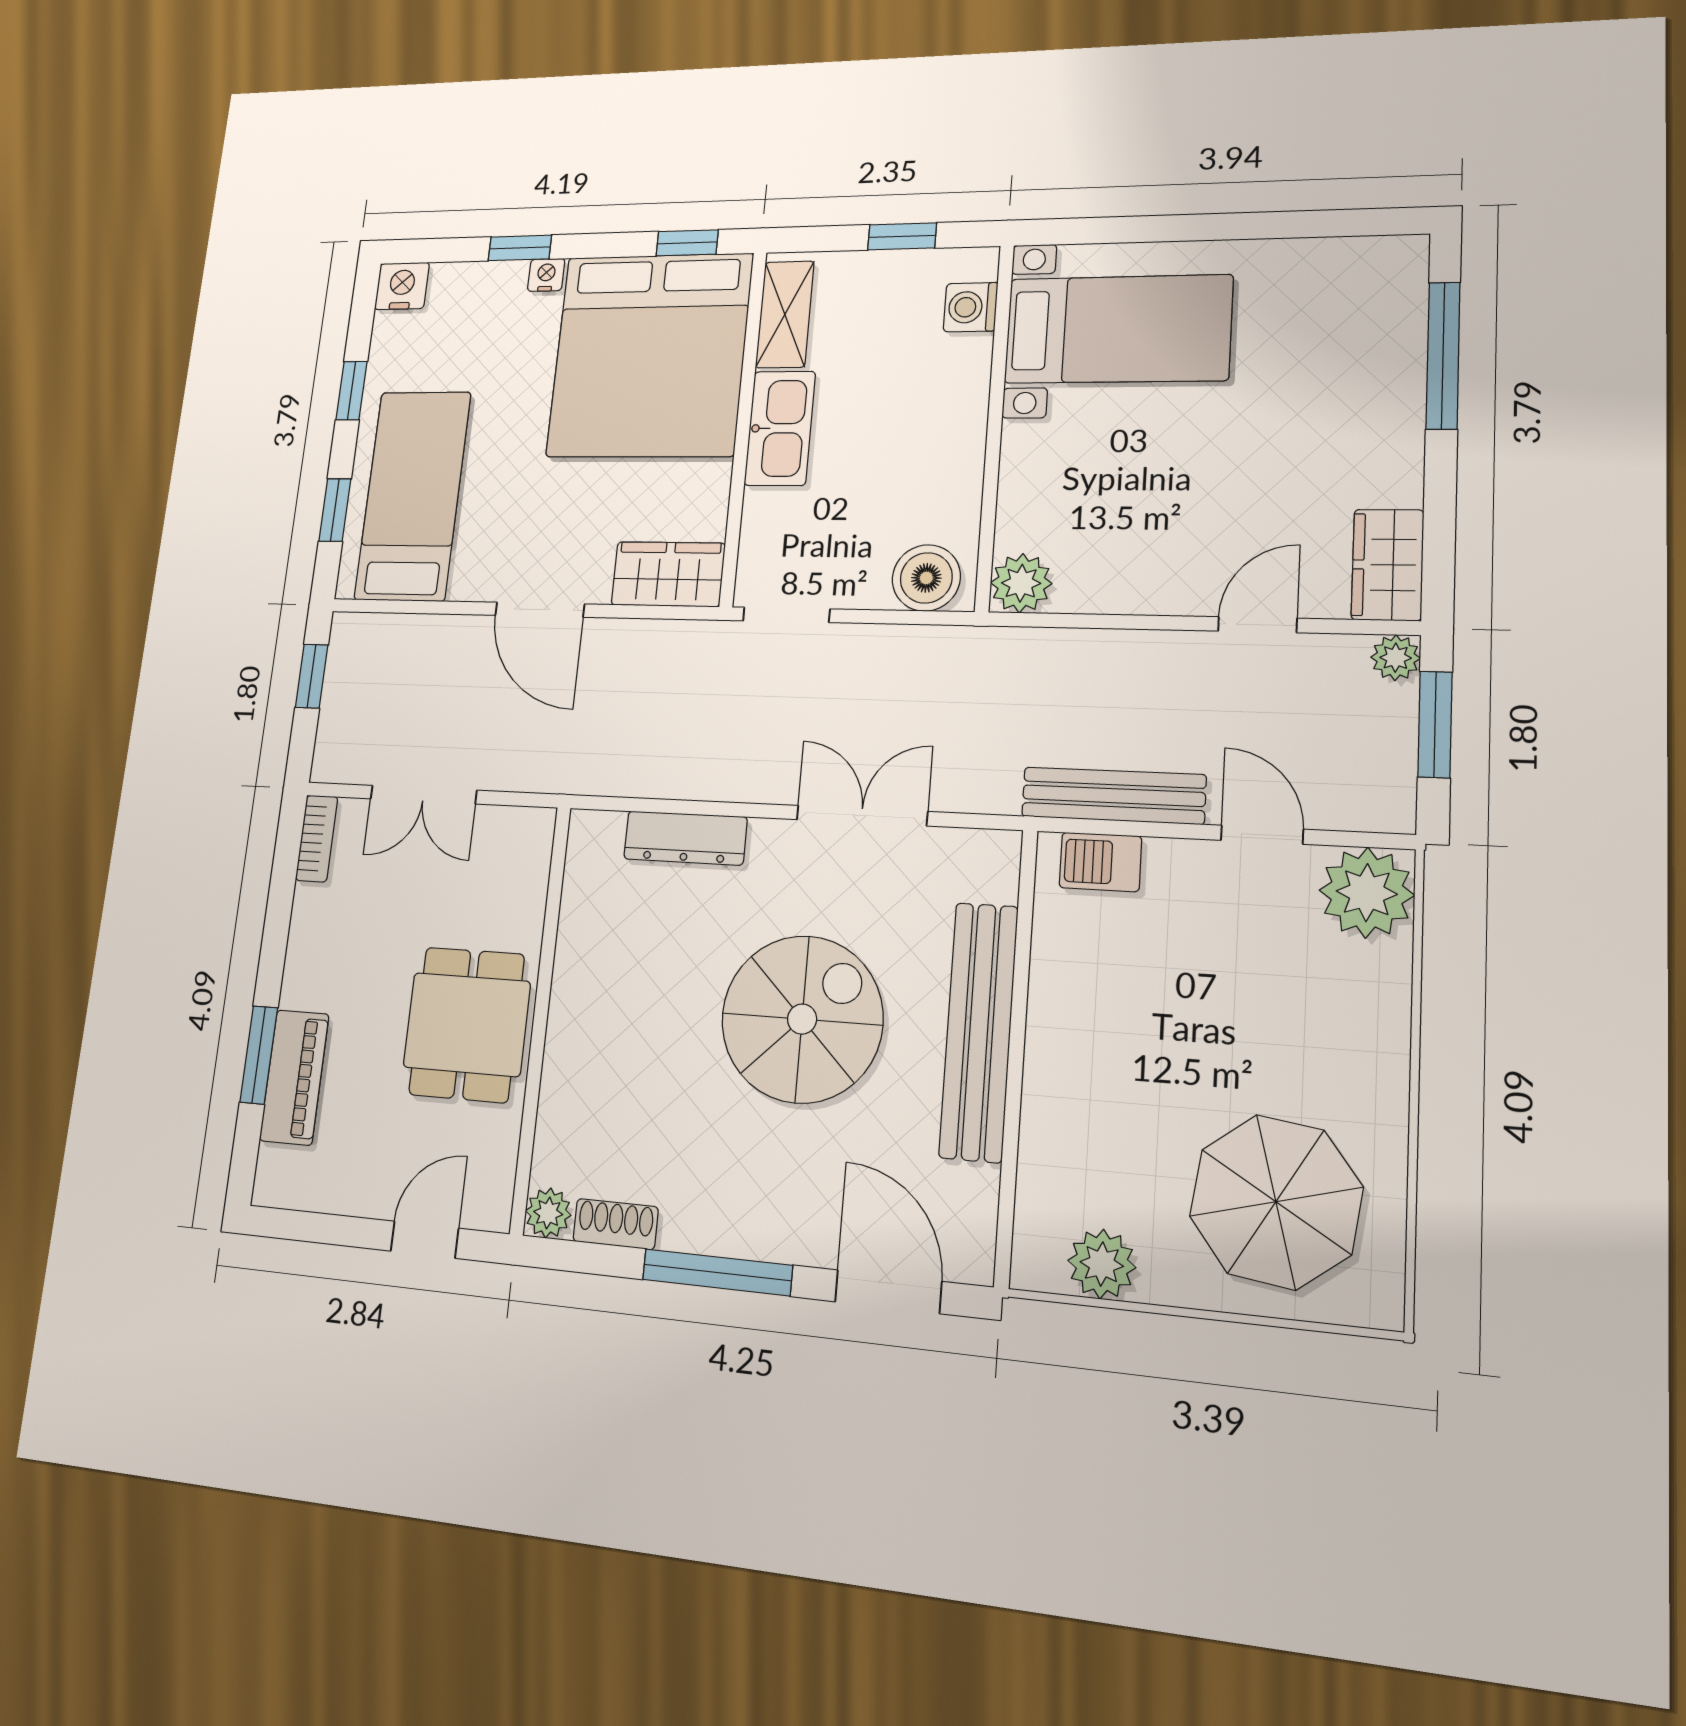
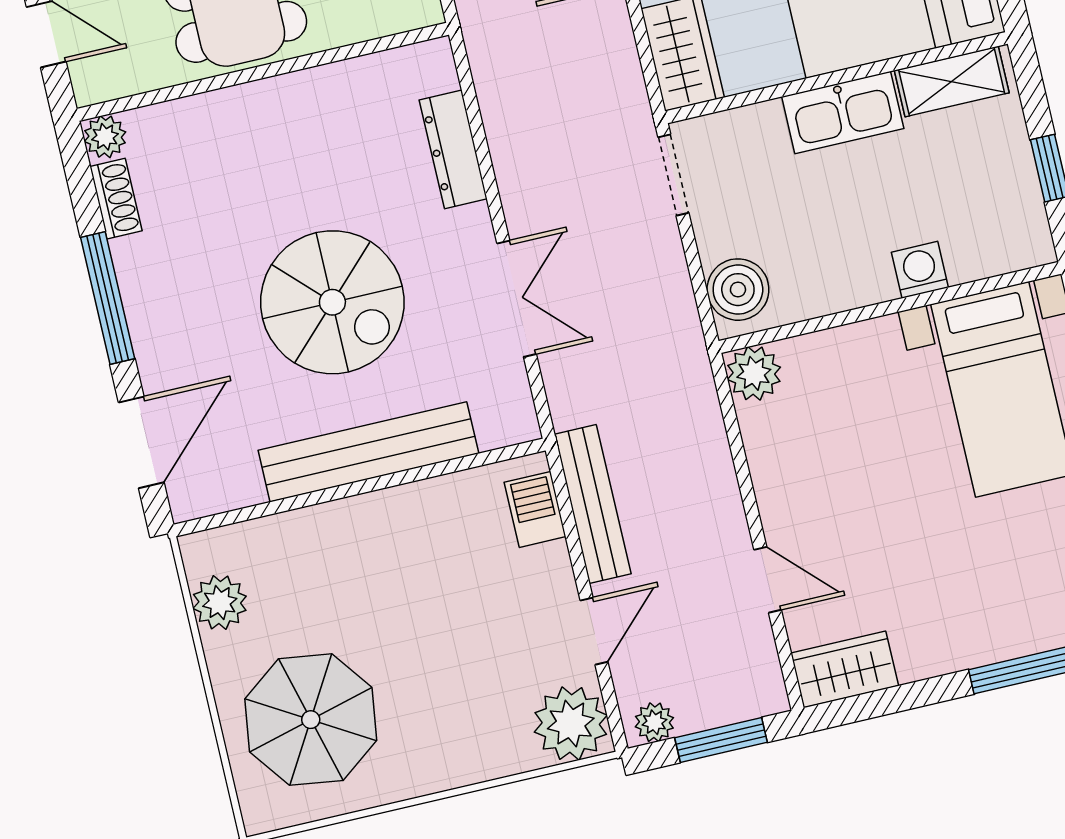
washing machine: (971, 307) -> (920, 270), moved
plant: (1396, 658) -> (654, 722), moved

